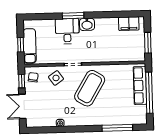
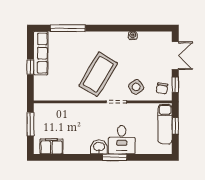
row of seats: (140, 85) -> (41, 53), moved
window: (149, 93) -> (30, 67), width x0.32

